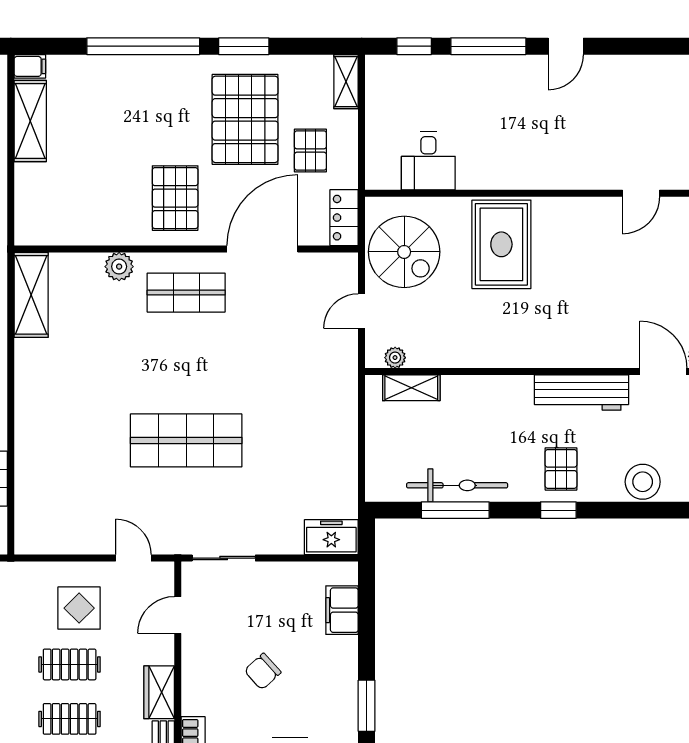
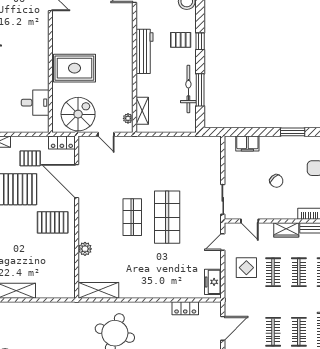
shop shelf: (186, 293) -> (132, 217), moved
workbench: (581, 392) -> (145, 51), moved
freezer: (331, 537) -> (213, 282), moved

